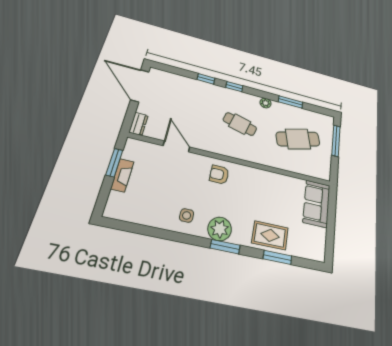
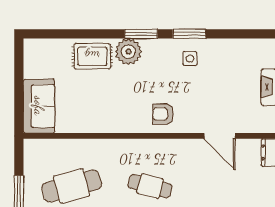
armchair: (219, 175) -> (163, 114), turned 180
plant: (220, 229) -> (128, 52), moved
window: (277, 257) -> (189, 34), moved

